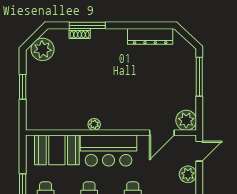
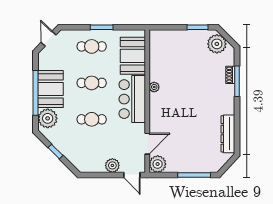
window: (23, 87) -> (198, 27), moved
door: (162, 133) -> (147, 144), swing flipped

